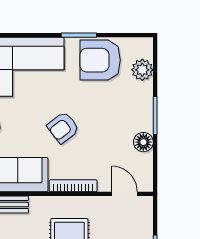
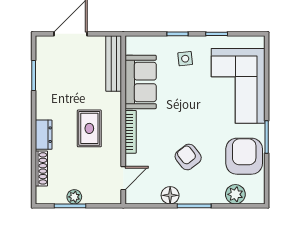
armchair: (63, 128) -> (188, 157), moved

